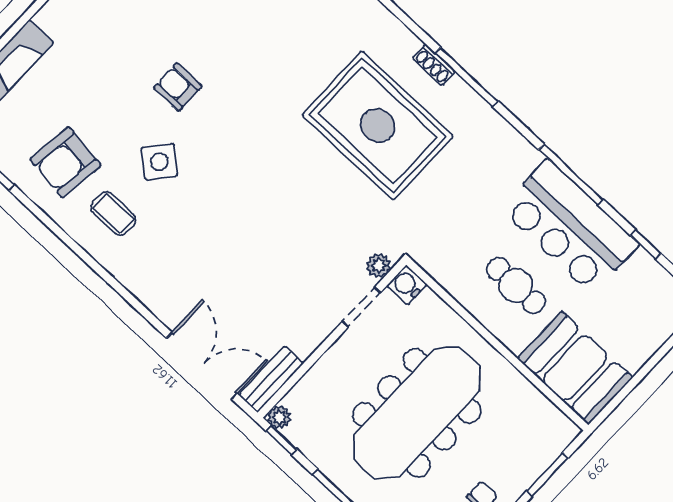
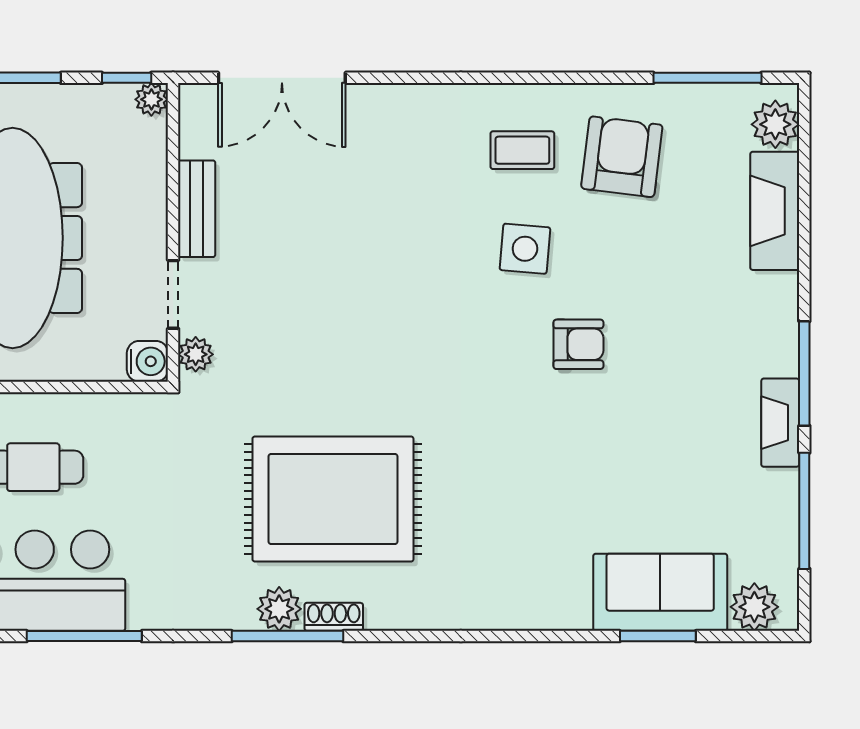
plant: (458, 95) -> (279, 609), added
side table: (159, 162) -> (525, 249), turned -35
bench: (271, 379) -> (197, 209), moved

